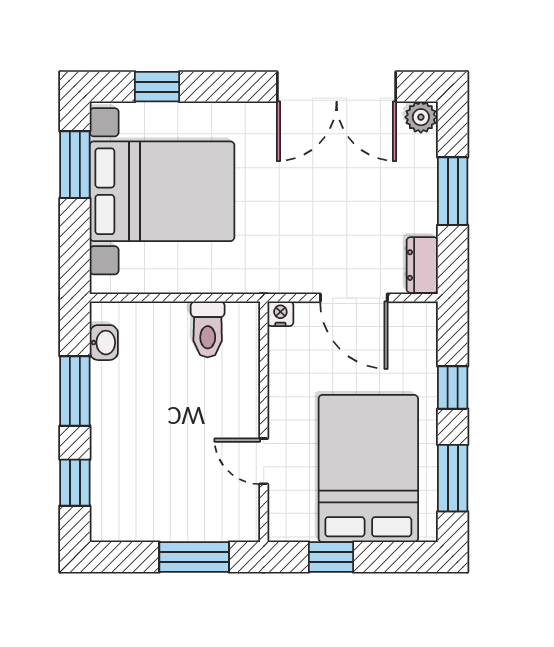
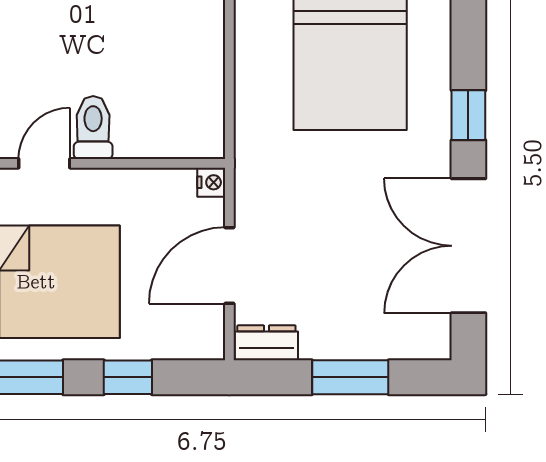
window: (157, 87) -> (468, 115), moved
plant: (421, 117) -> (434, 341), removed
toilet: (208, 329) -> (93, 128), moved, turned 90

